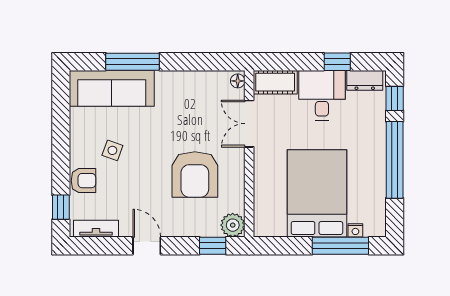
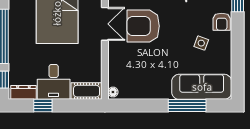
double door: (249, 124) -> (105, 24), moved
armchair: (195, 175) -> (143, 26), turned -90
armchair: (83, 181) -> (222, 22), turned -90

